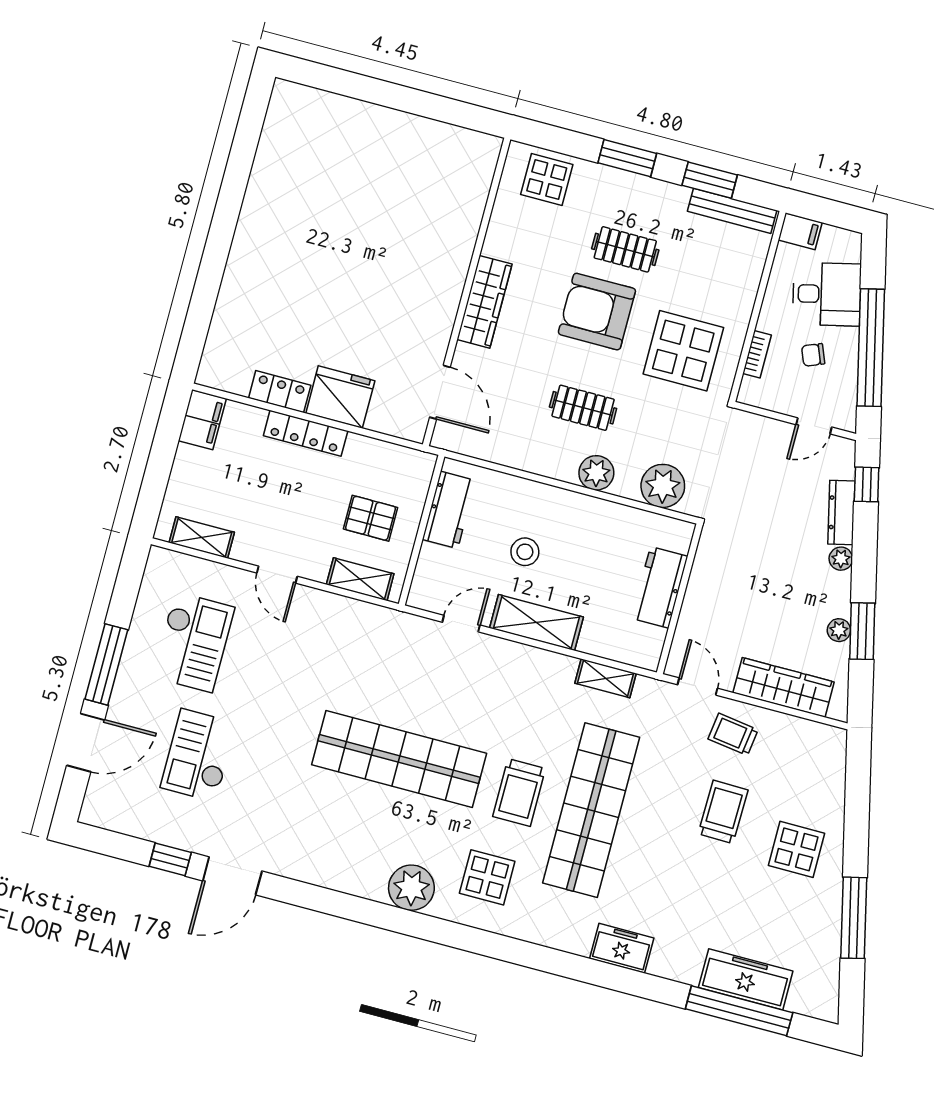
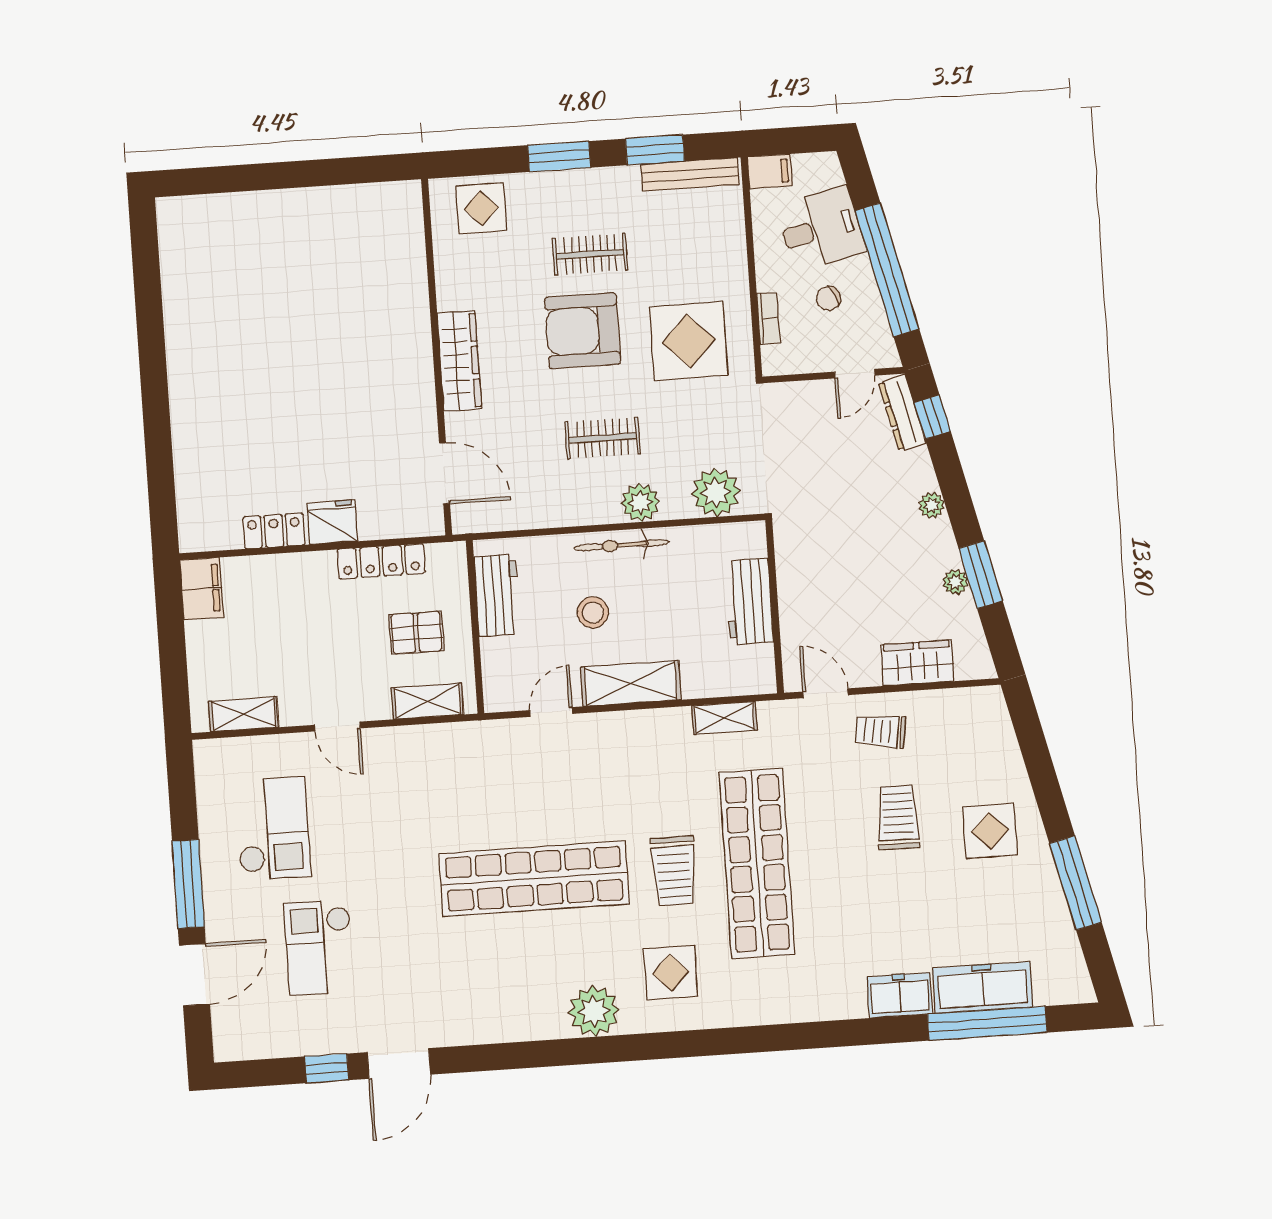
fridge: (340, 397) -> (332, 522), width x0.73, depth x0.75
locker: (306, 433) -> (381, 561), moved
bicycle: (568, 503) -> (621, 545), added
dresser: (841, 513) -> (902, 413), moved
wardrobe: (784, 687) -> (917, 663), width x0.67
freezer: (622, 948) -> (900, 995), moved

